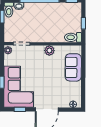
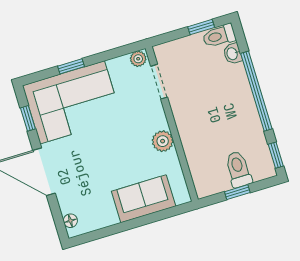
toilet: (73, 37) -> (238, 169), moved

